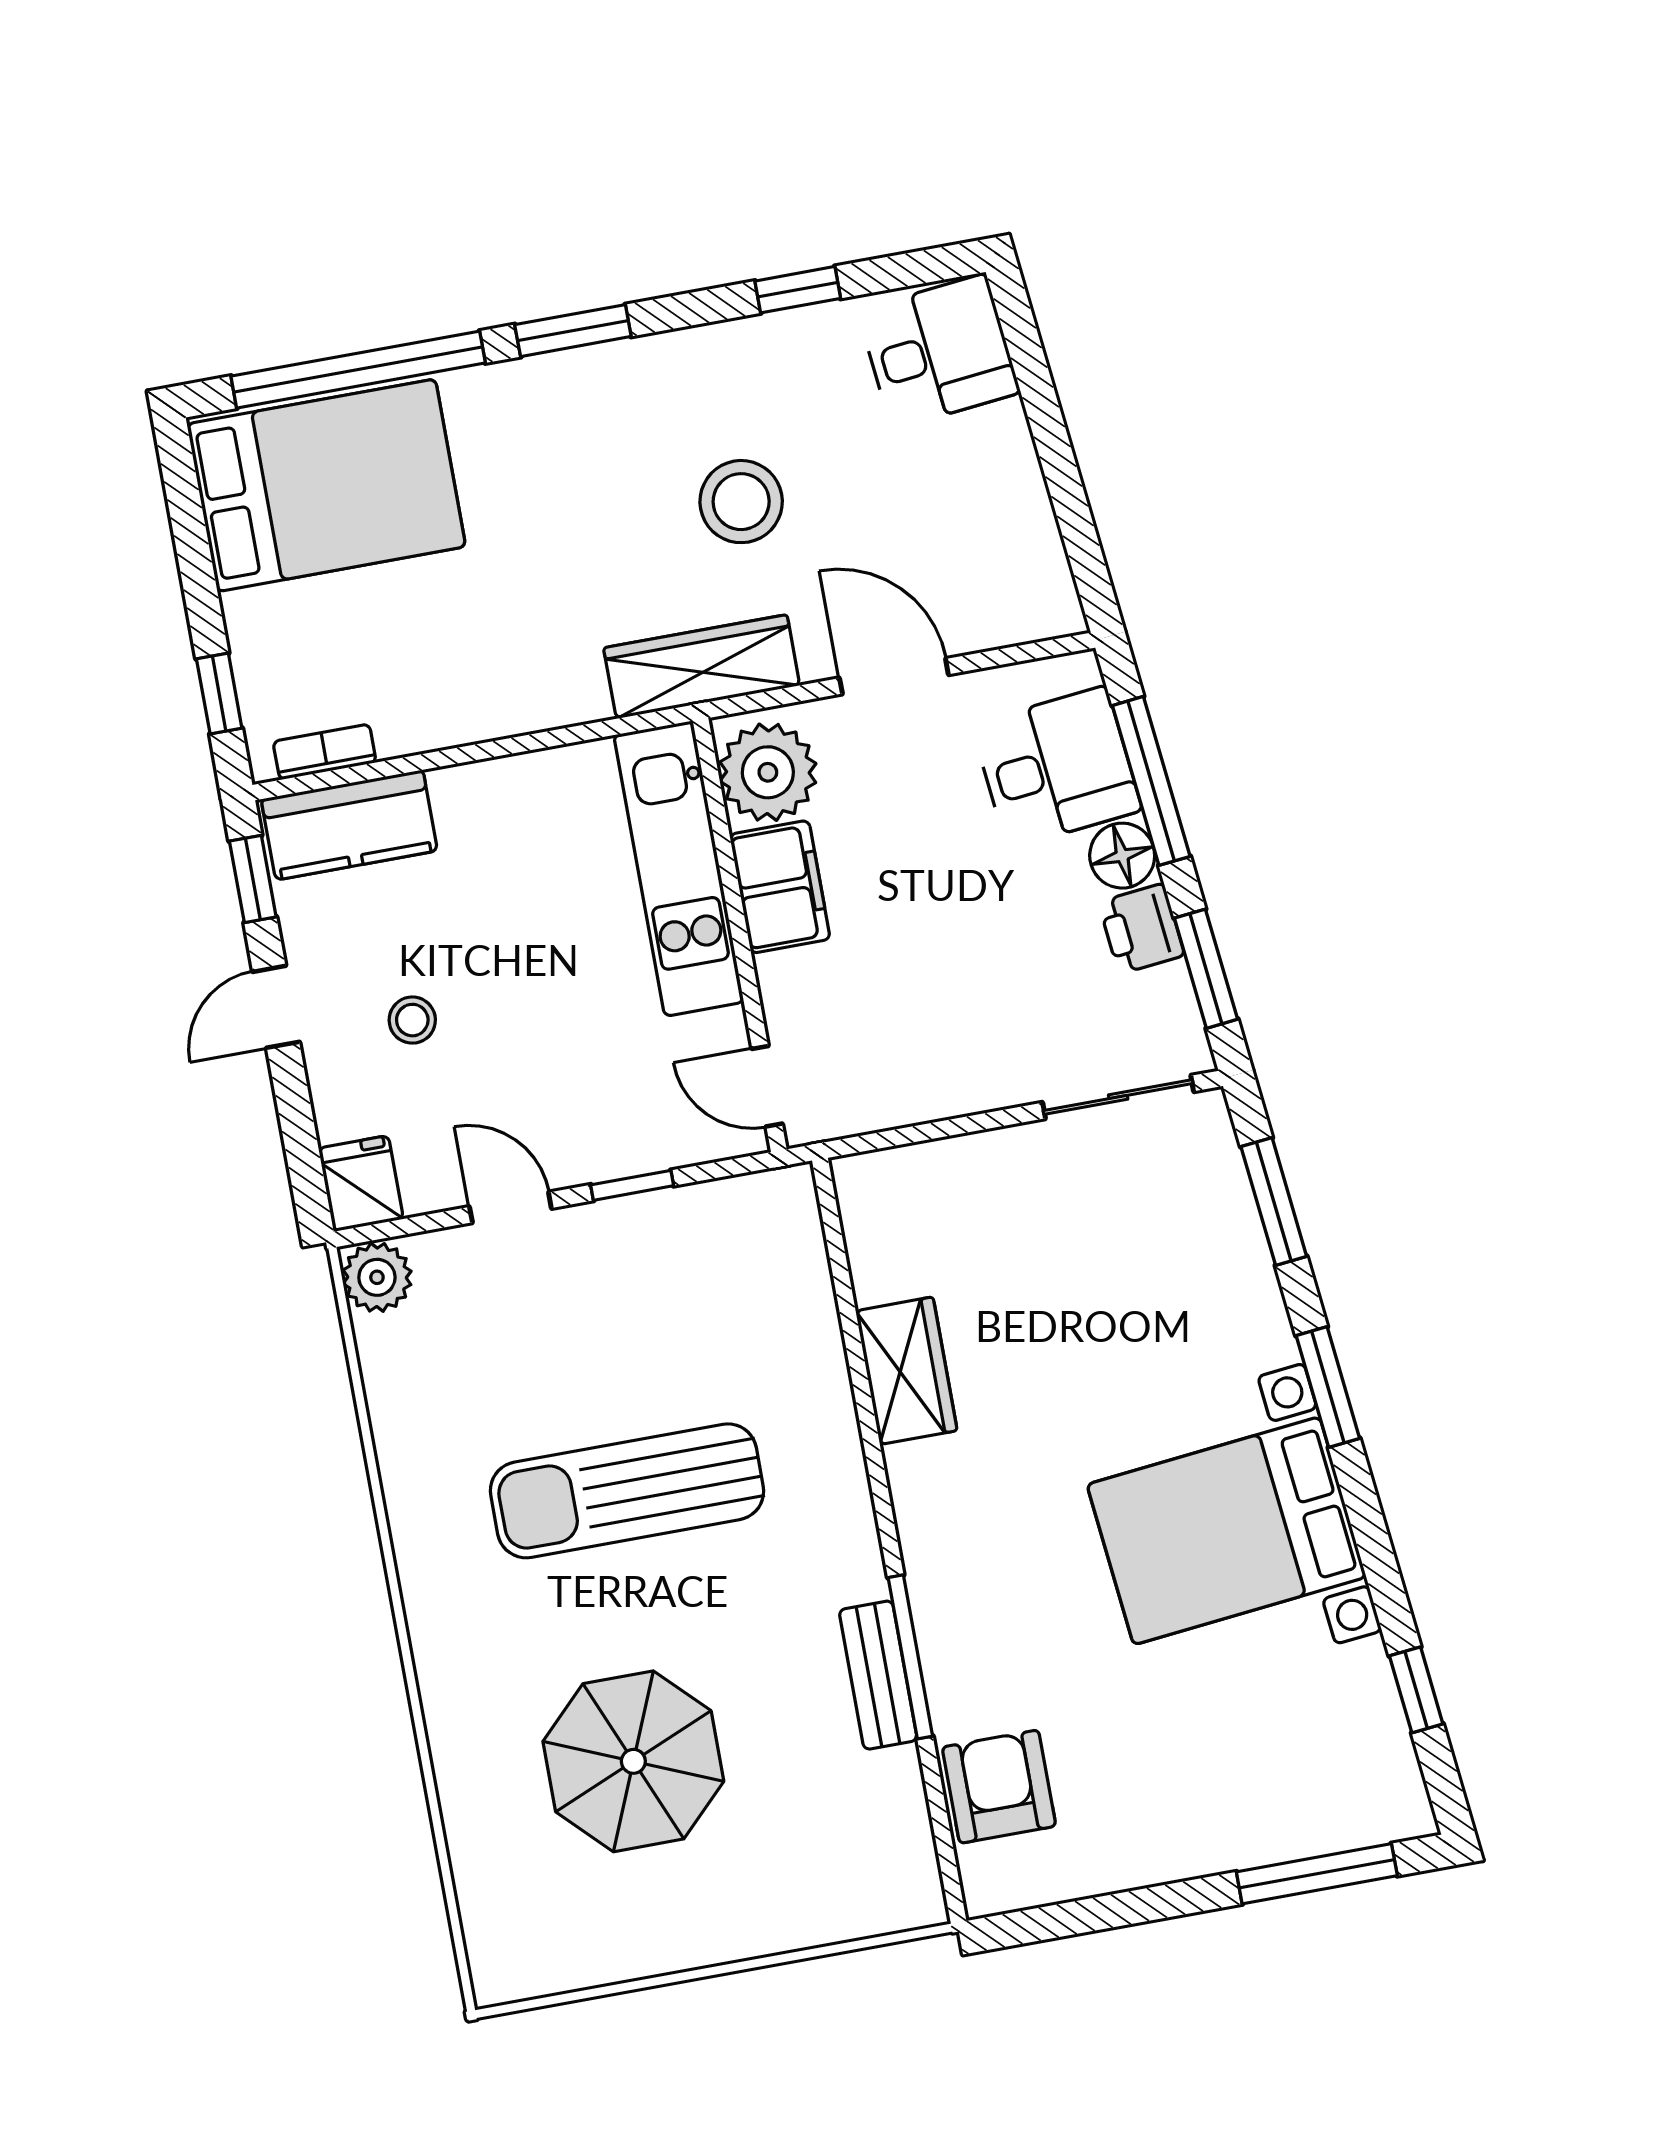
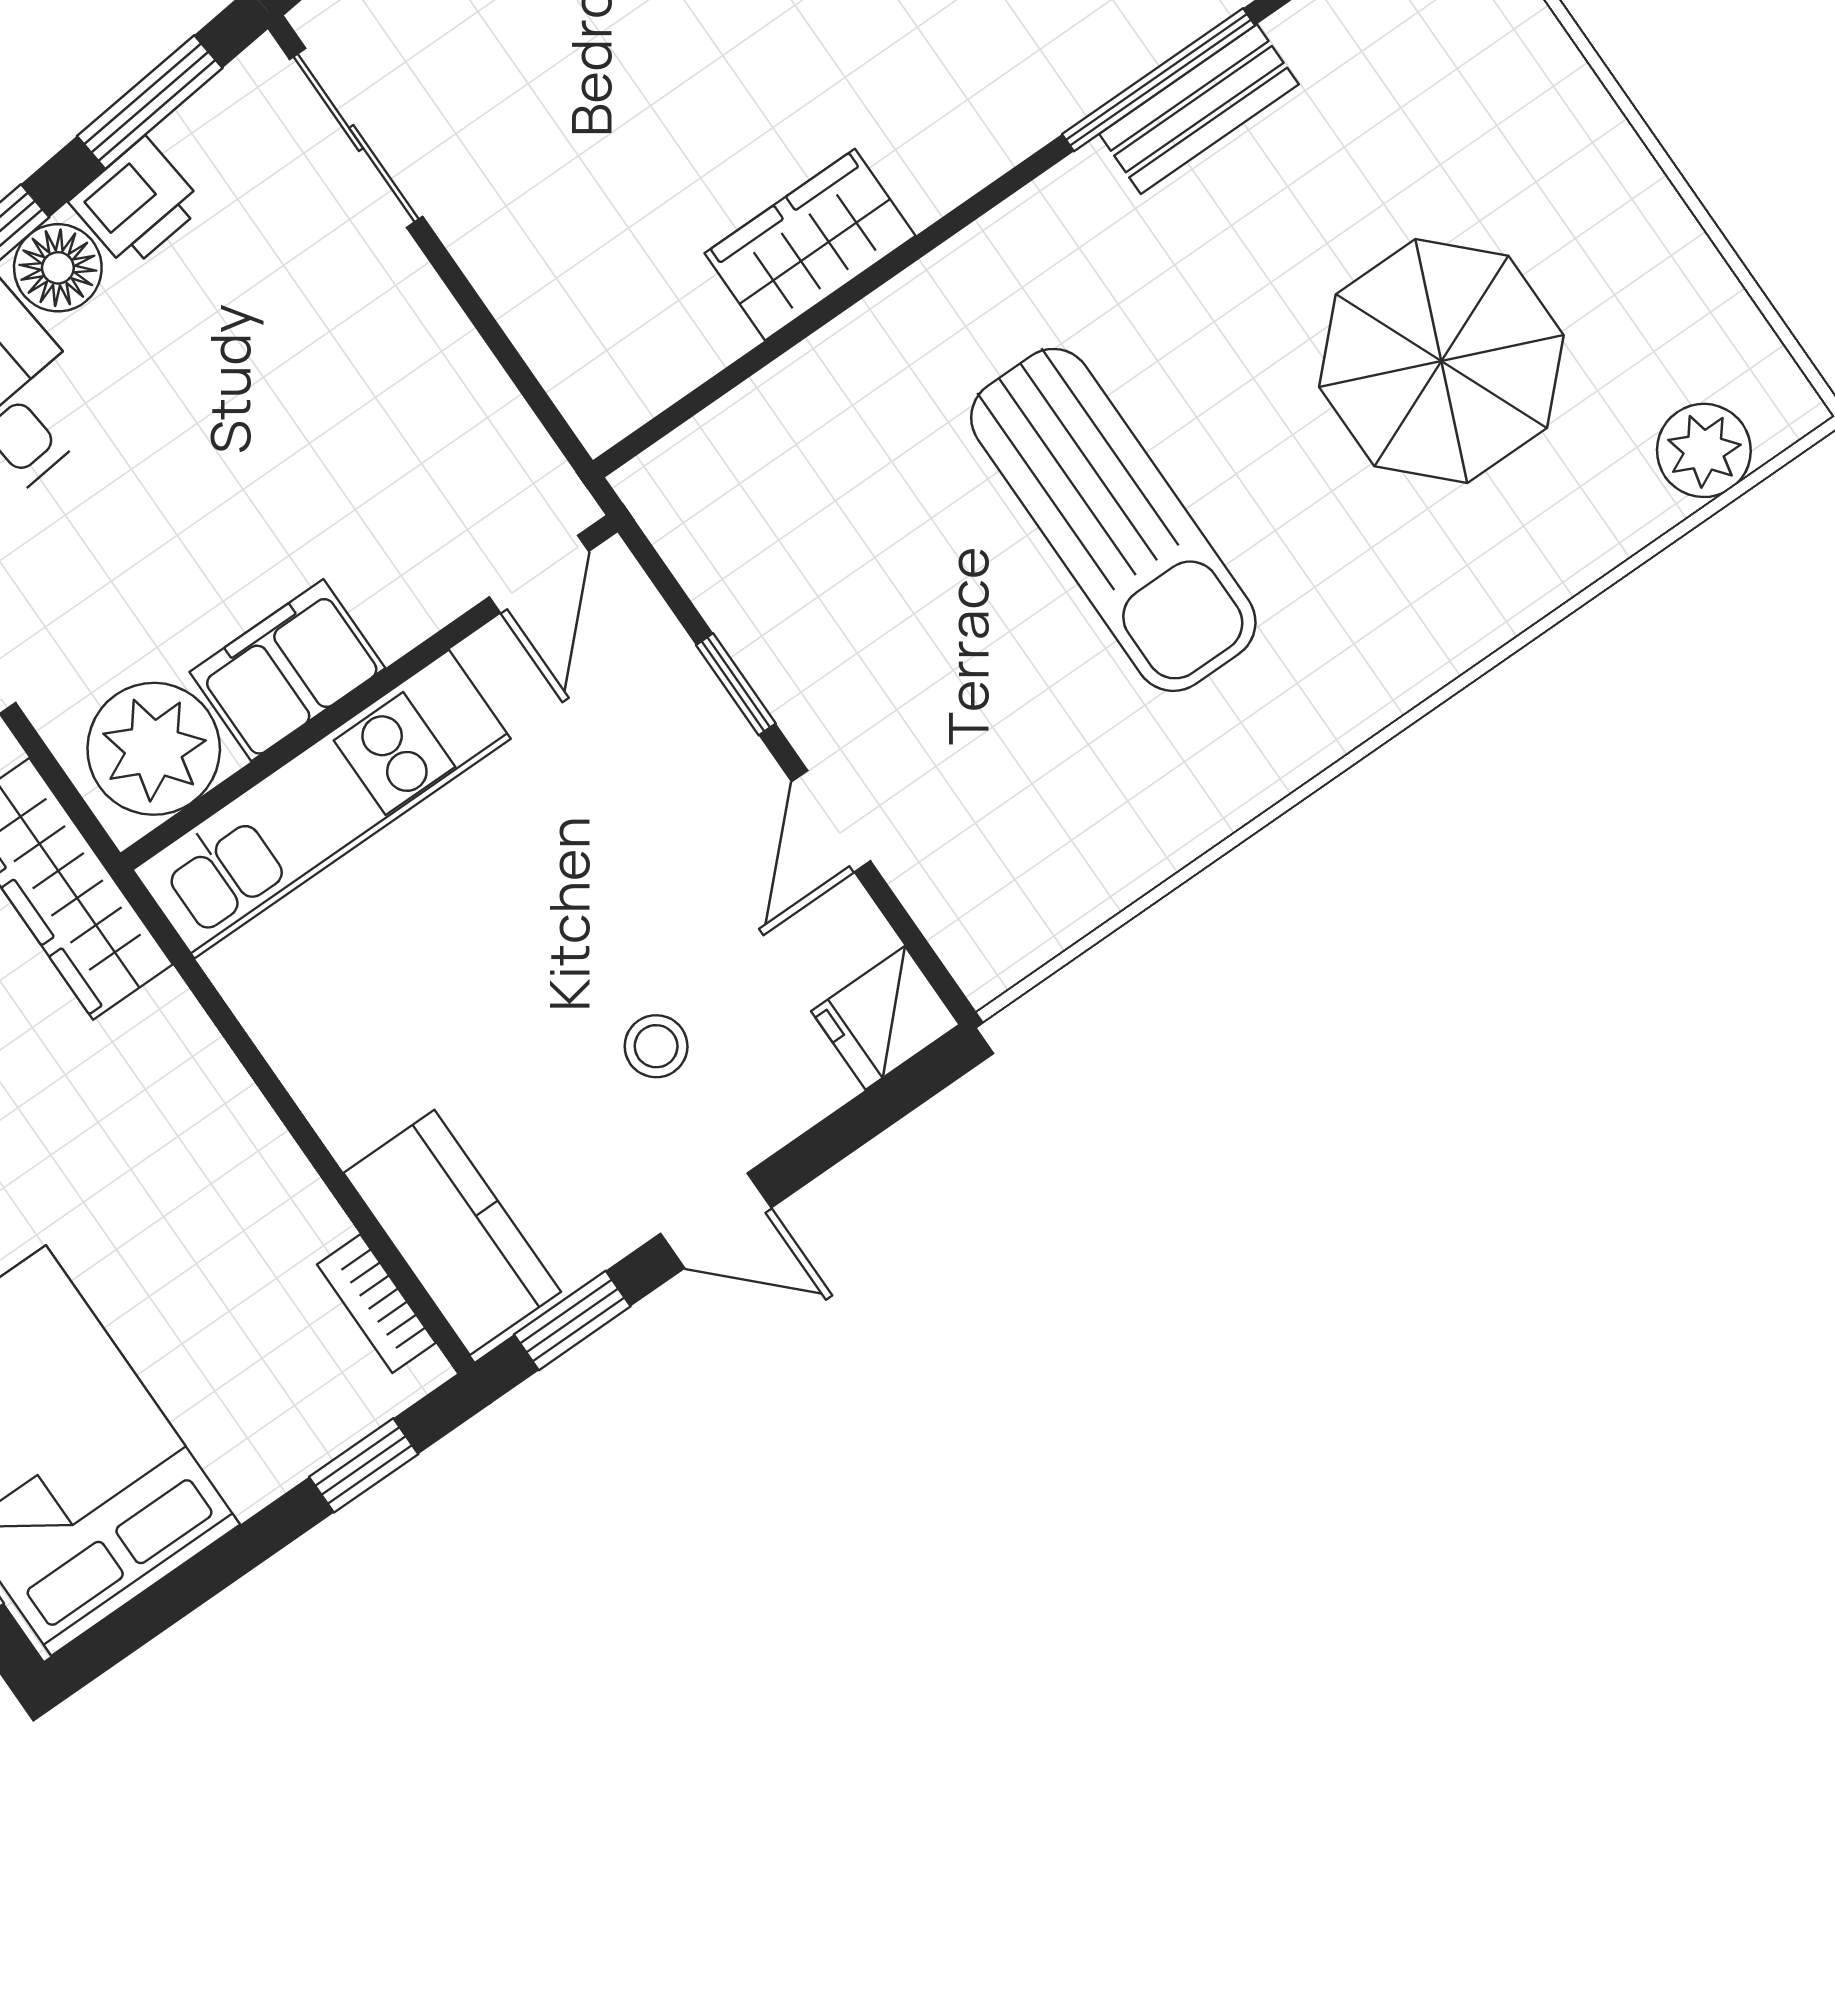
plant: (377, 1277) -> (1704, 450), moved

